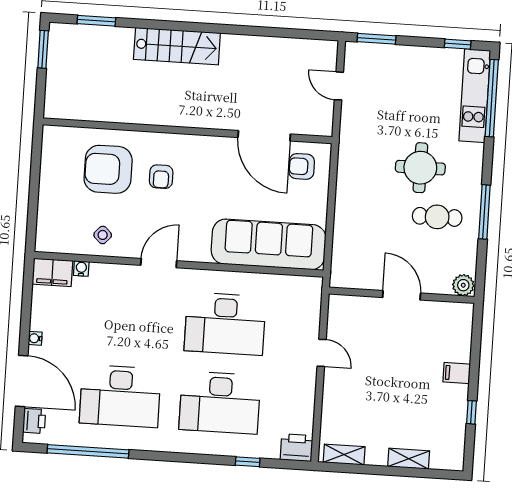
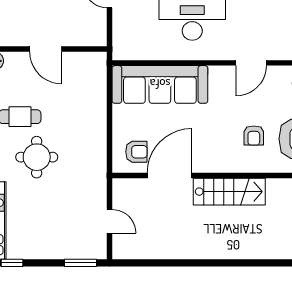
stairs: (177, 46) -> (229, 192), moved, turned 180
door: (264, 136) -> (169, 175), hinge flipped
armchair: (161, 177) -> (254, 136), turned 180

